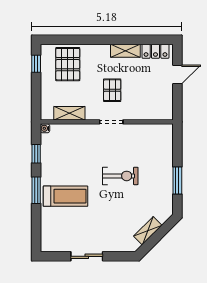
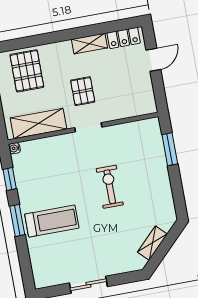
shelving: (69, 113) -> (39, 124), width x1.50, depth x1.33
exercise bike: (120, 176) -> (110, 187), turned -90
window: (177, 181) -> (170, 149), moved

